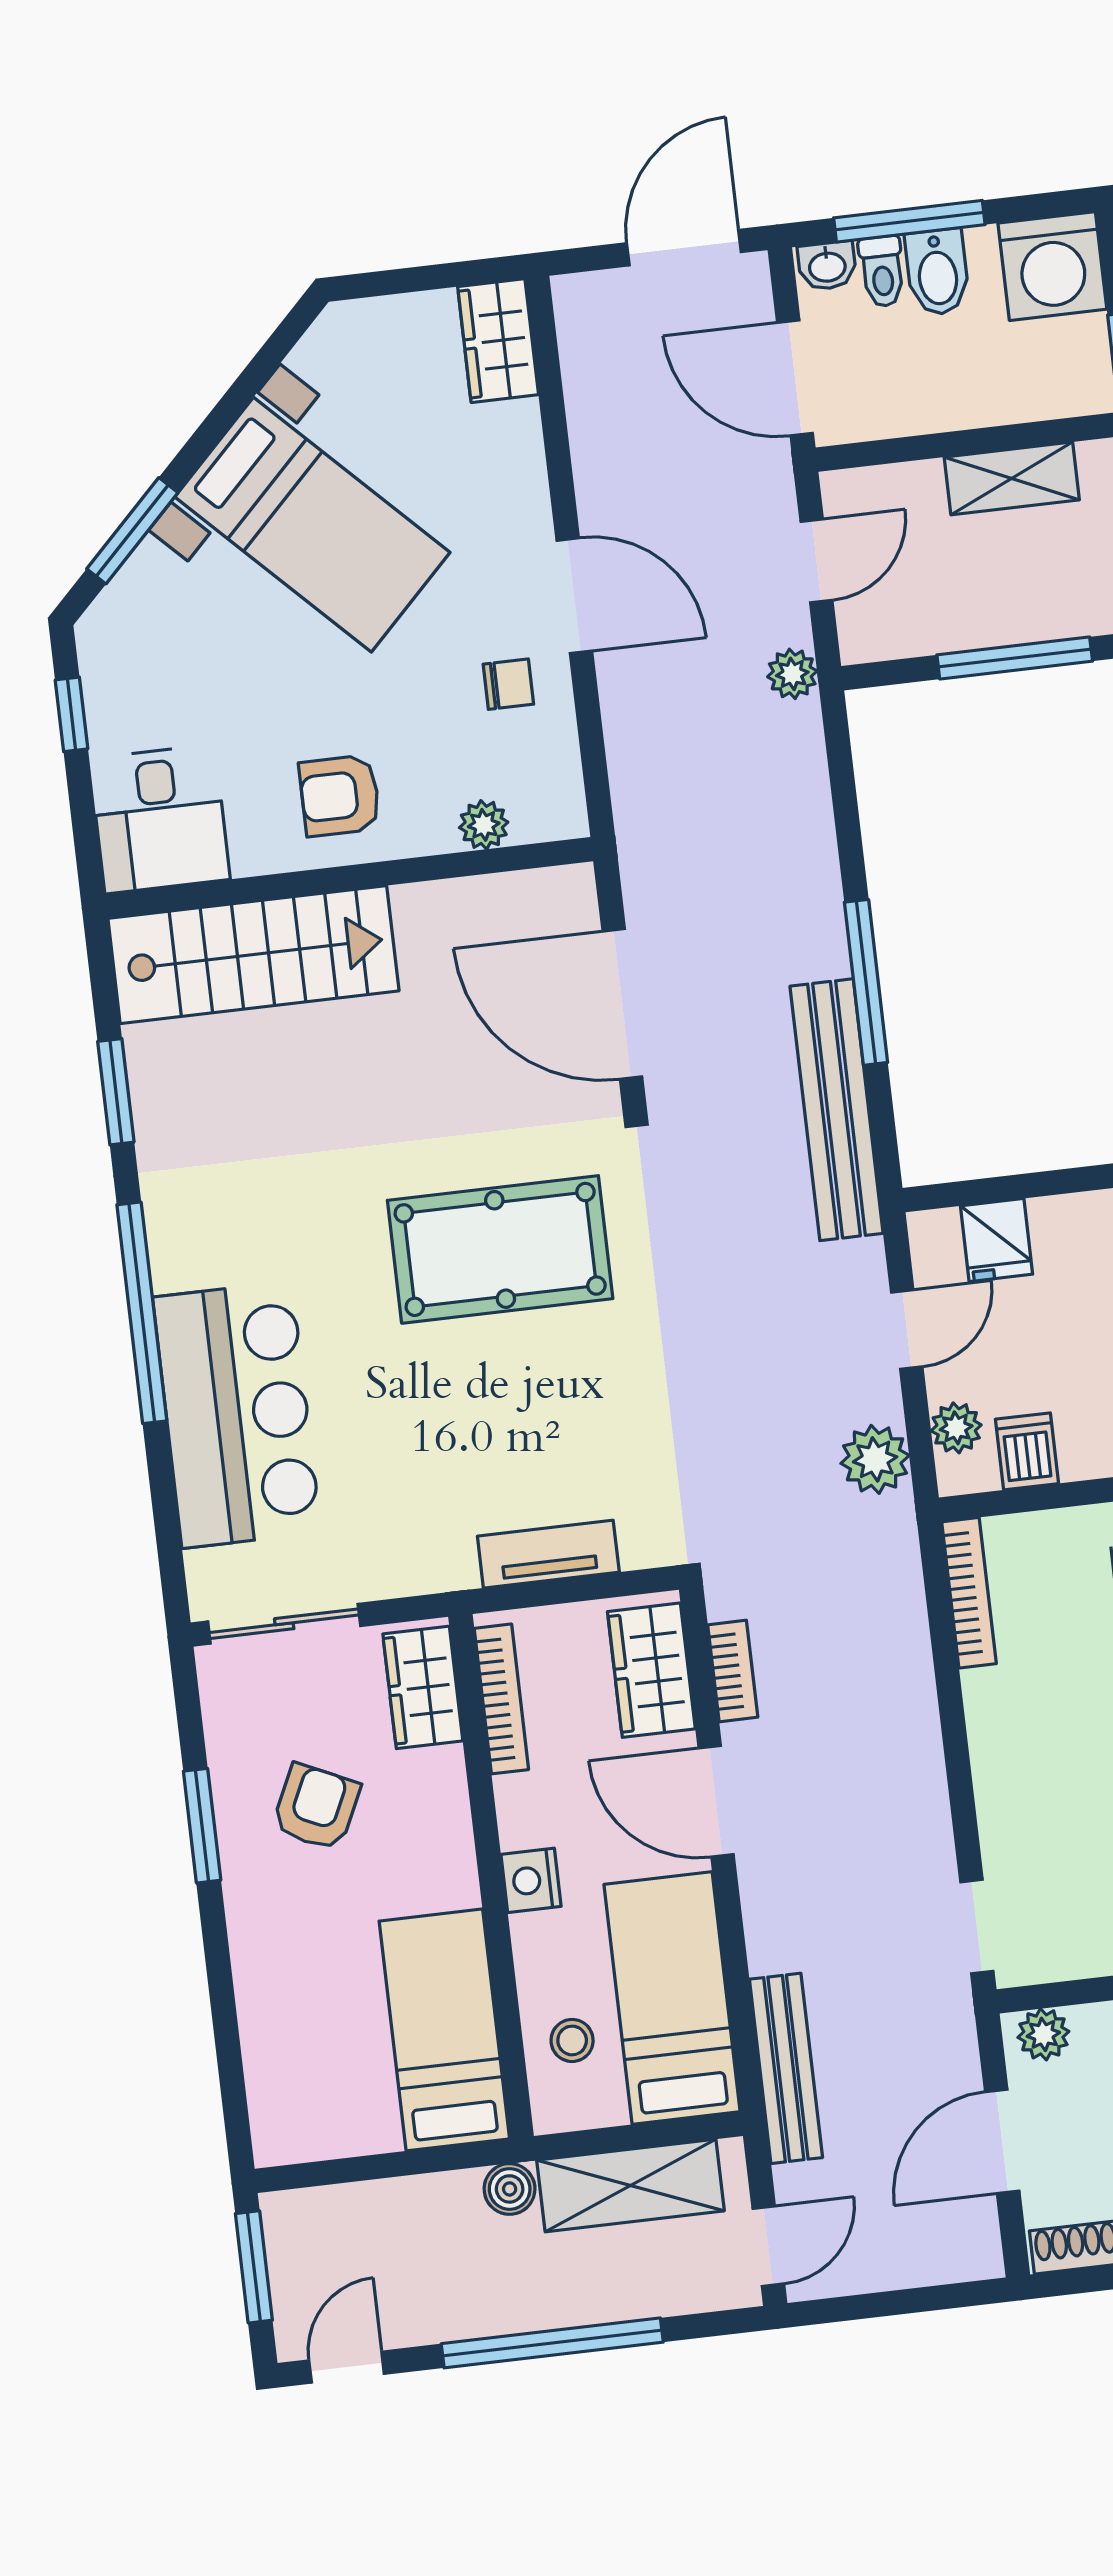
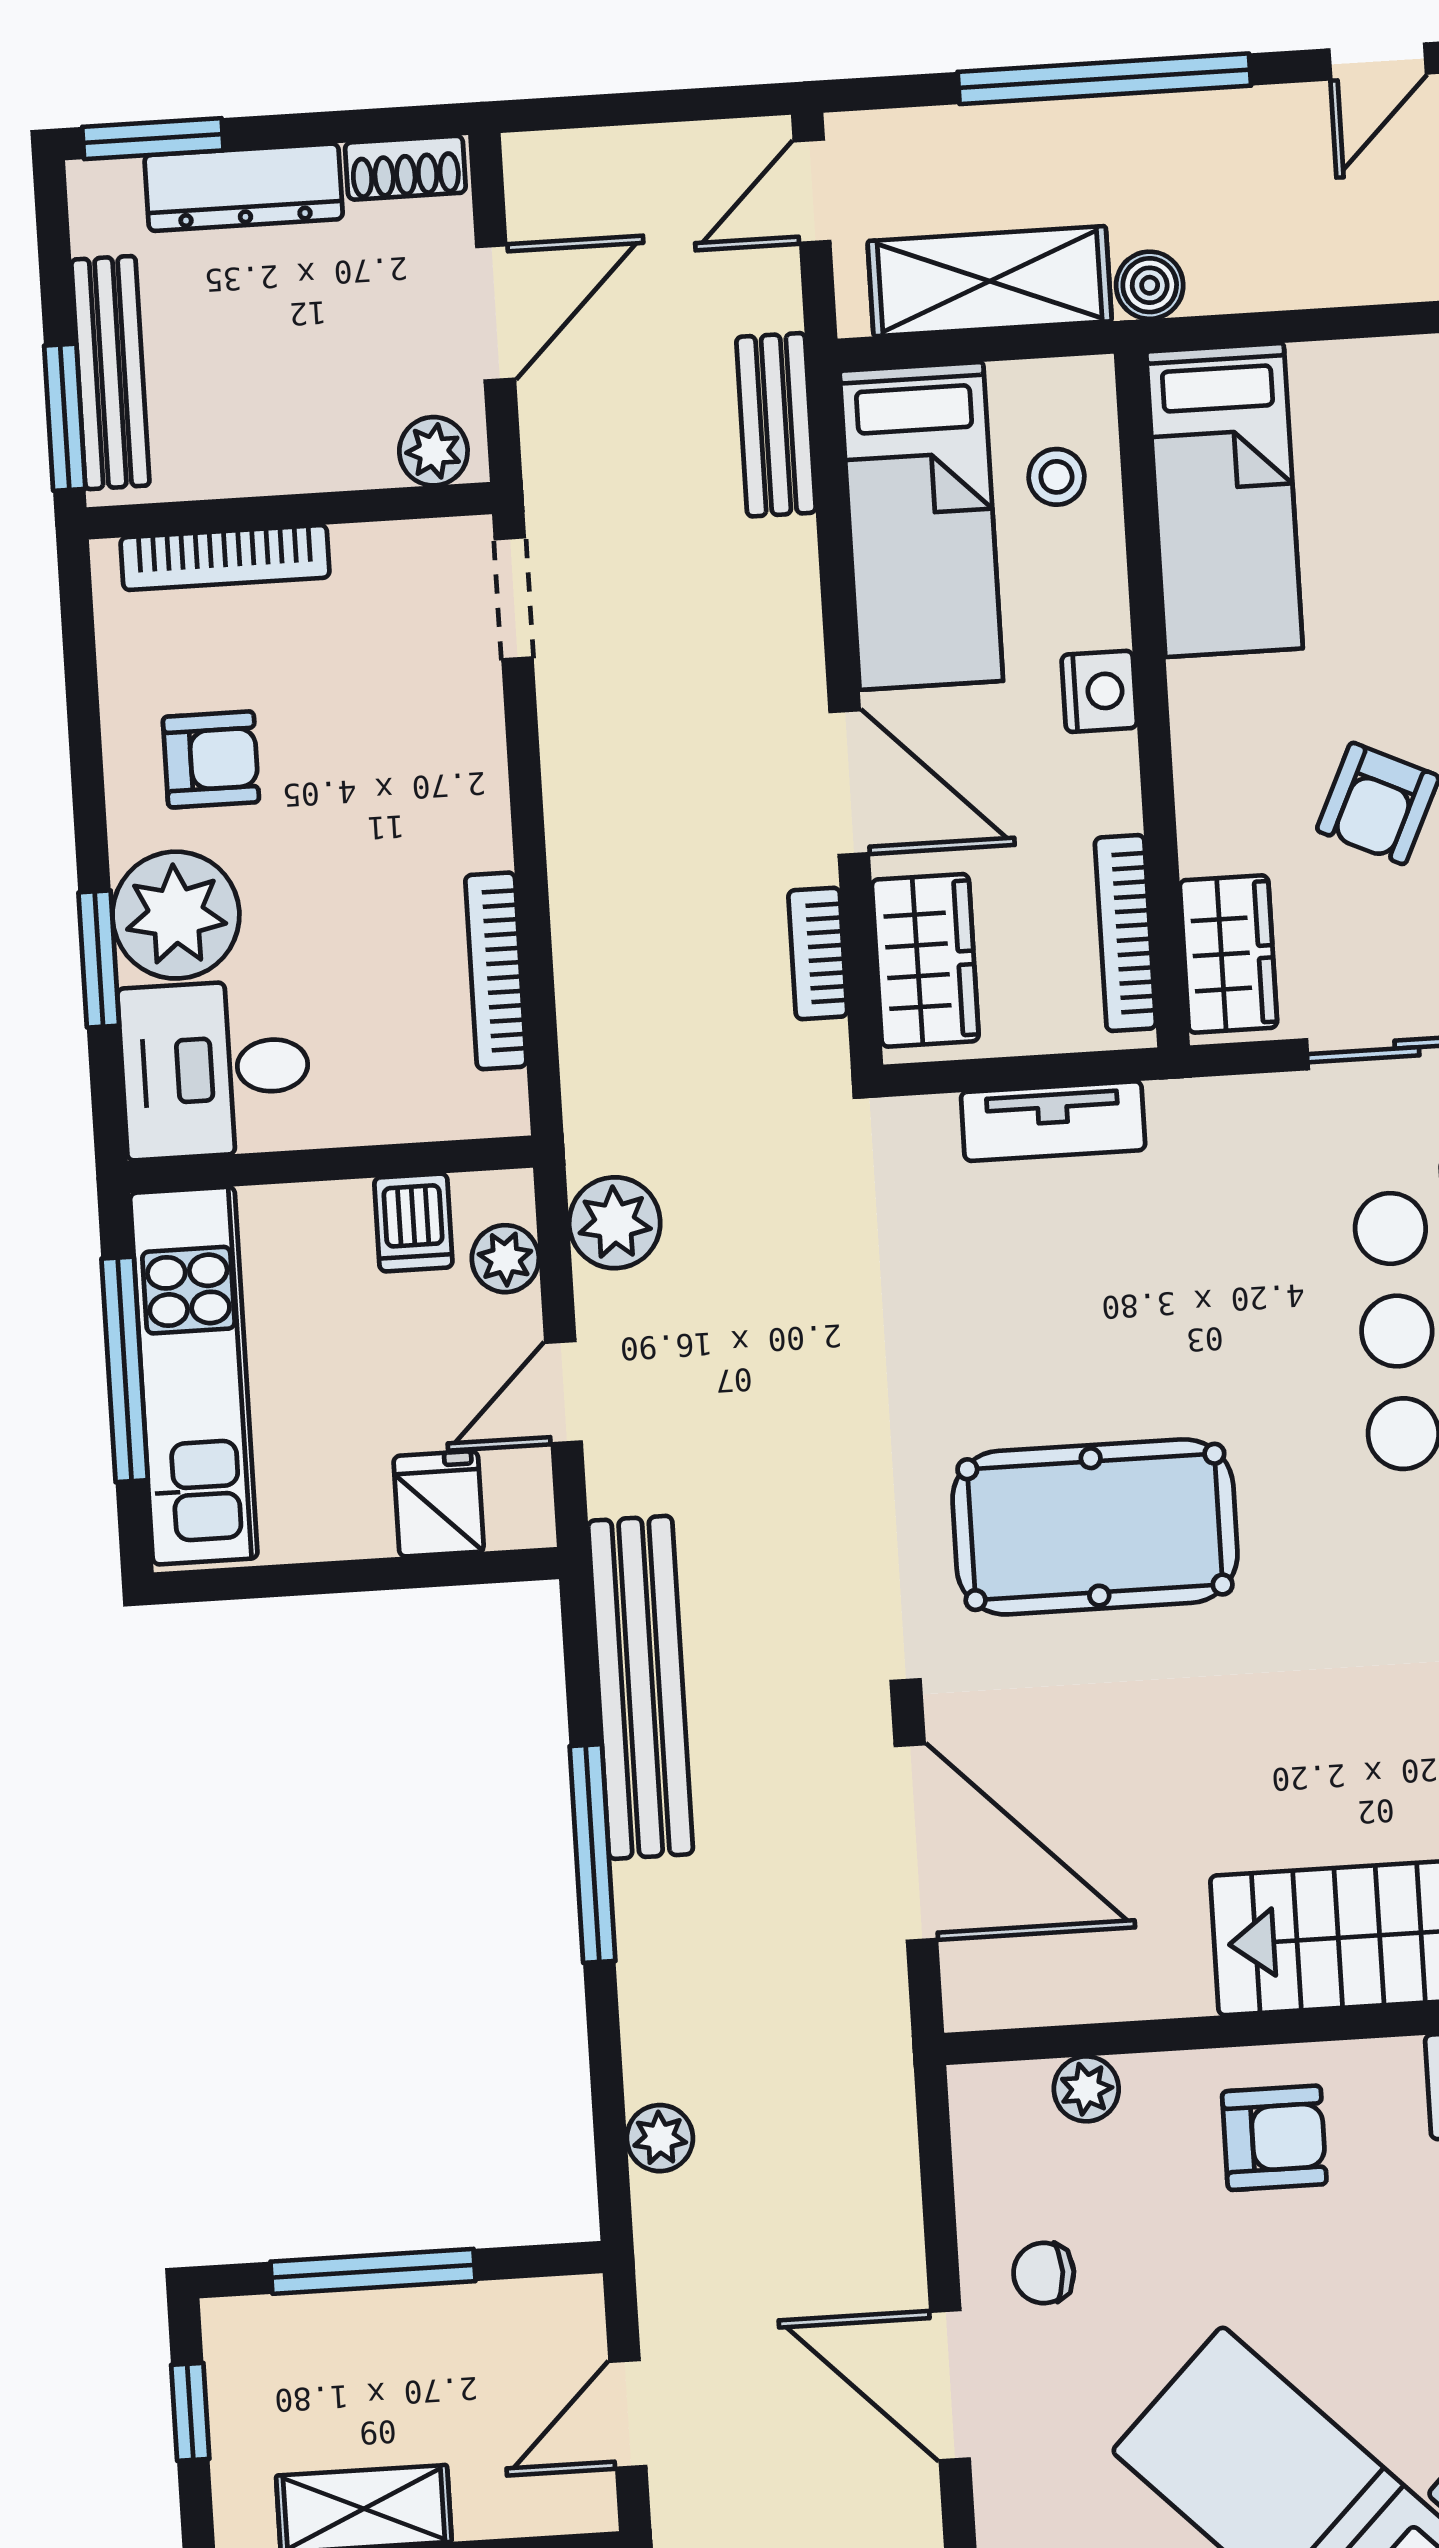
plant: (792, 674) -> (660, 2138), moved
bookcase: (969, 1593) -> (496, 971), moved
bench: (786, 2068) -> (776, 425), width x0.73

